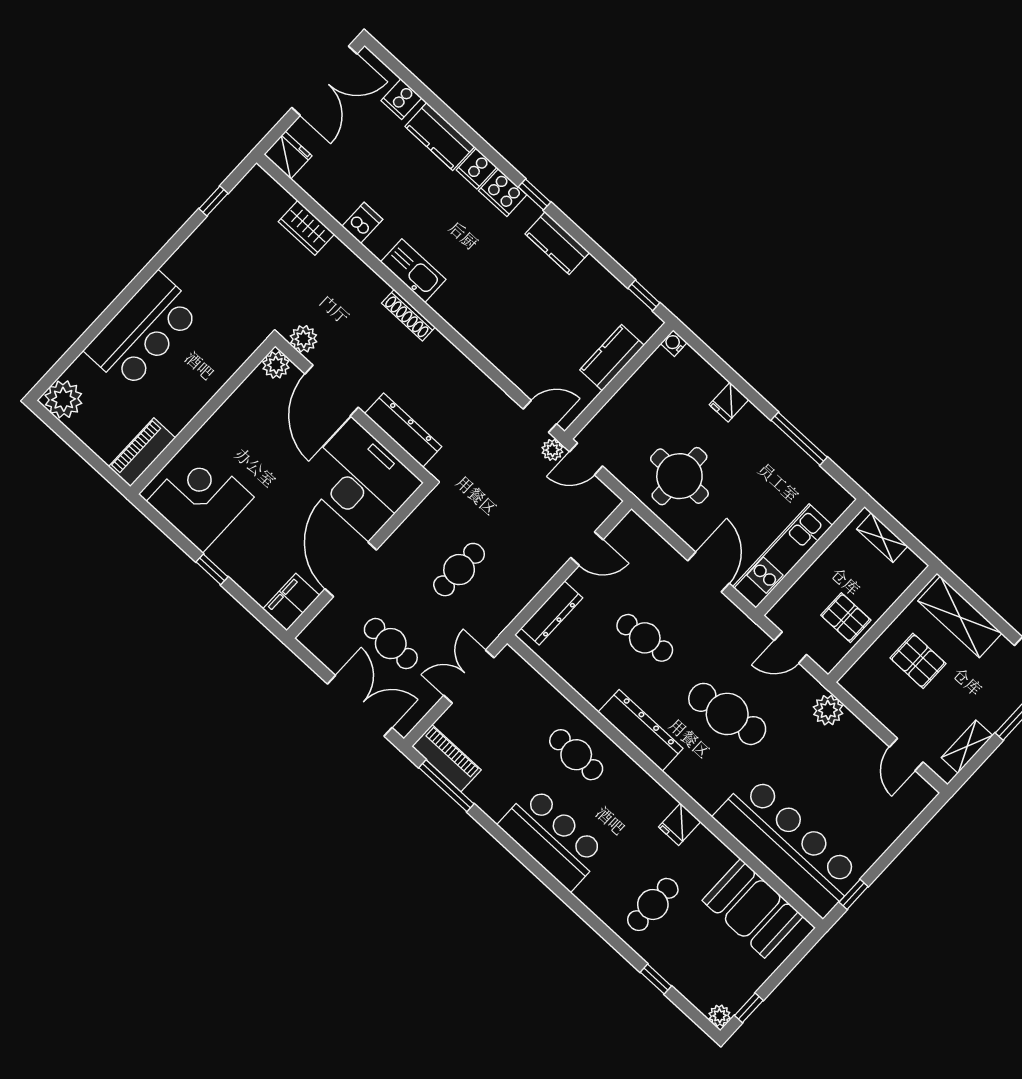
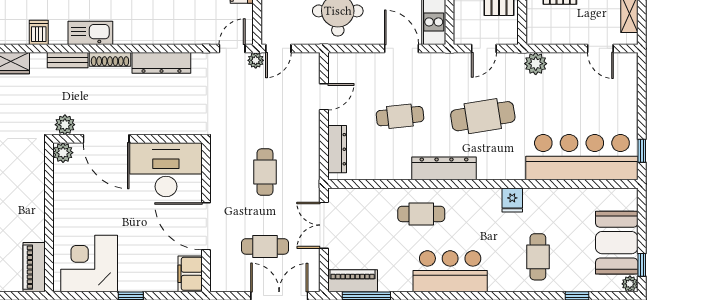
bench: (366, 277) -> (68, 60), added
dresser: (403, 430) -> (161, 63), moved, turned 180
booth: (753, 908) -> (617, 243), moved, turned 90

